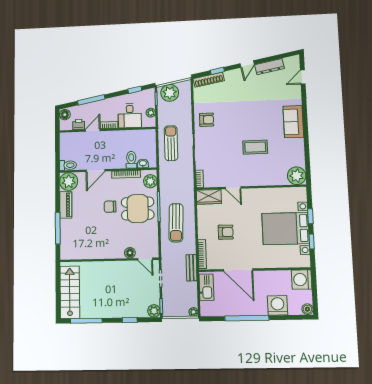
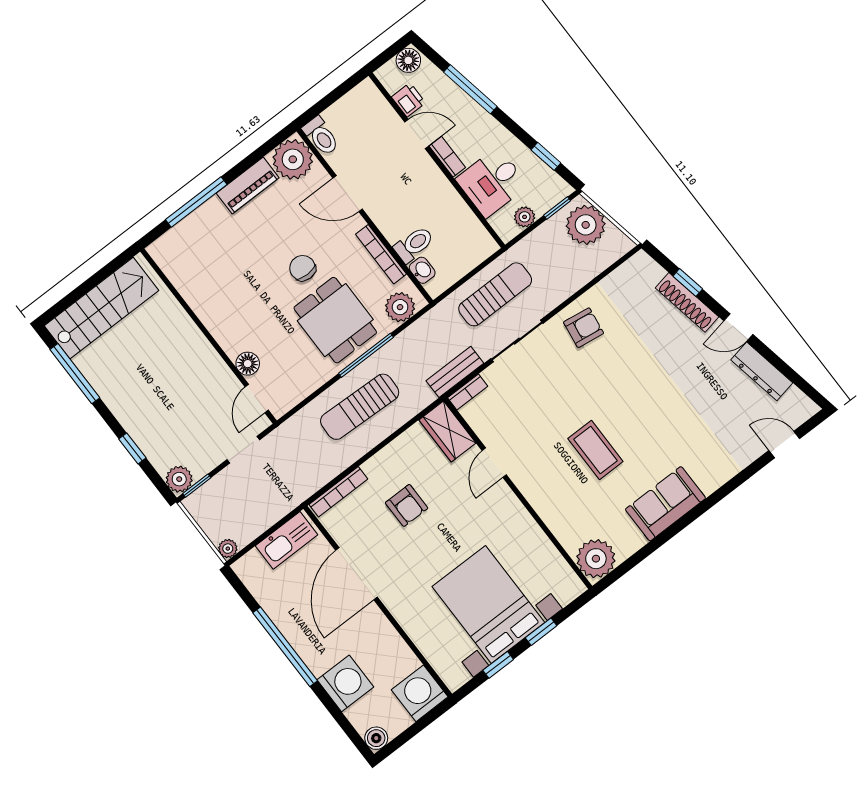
shoe rack: (209, 80) -> (687, 302), moved
armchair: (207, 120) -> (584, 328), turned -82
sofa: (293, 122) -> (665, 504), moved
bench: (191, 268) -> (455, 372), moved

